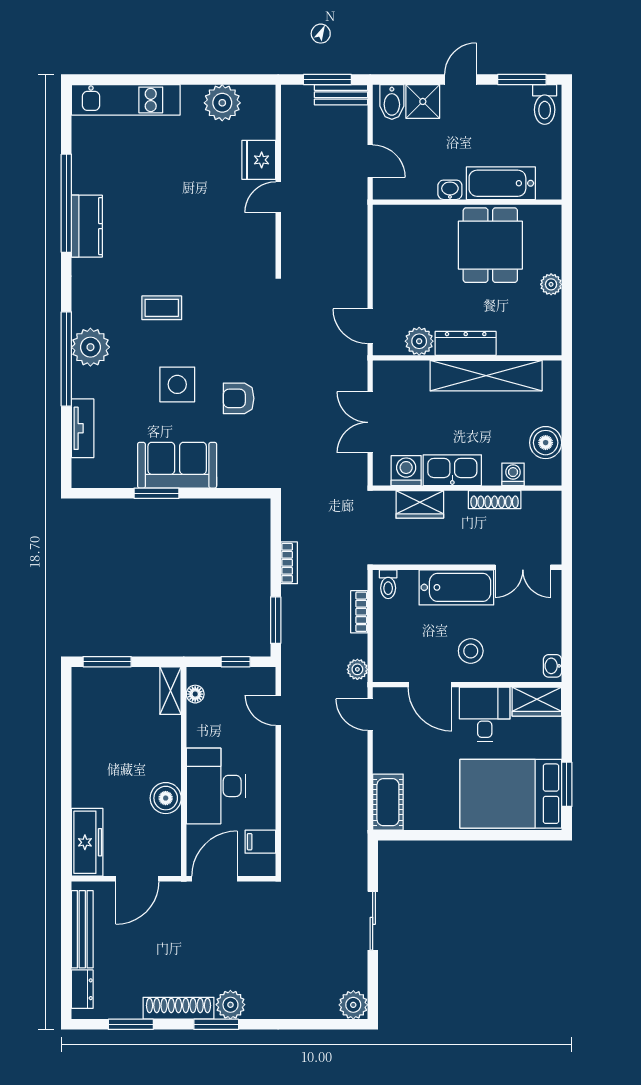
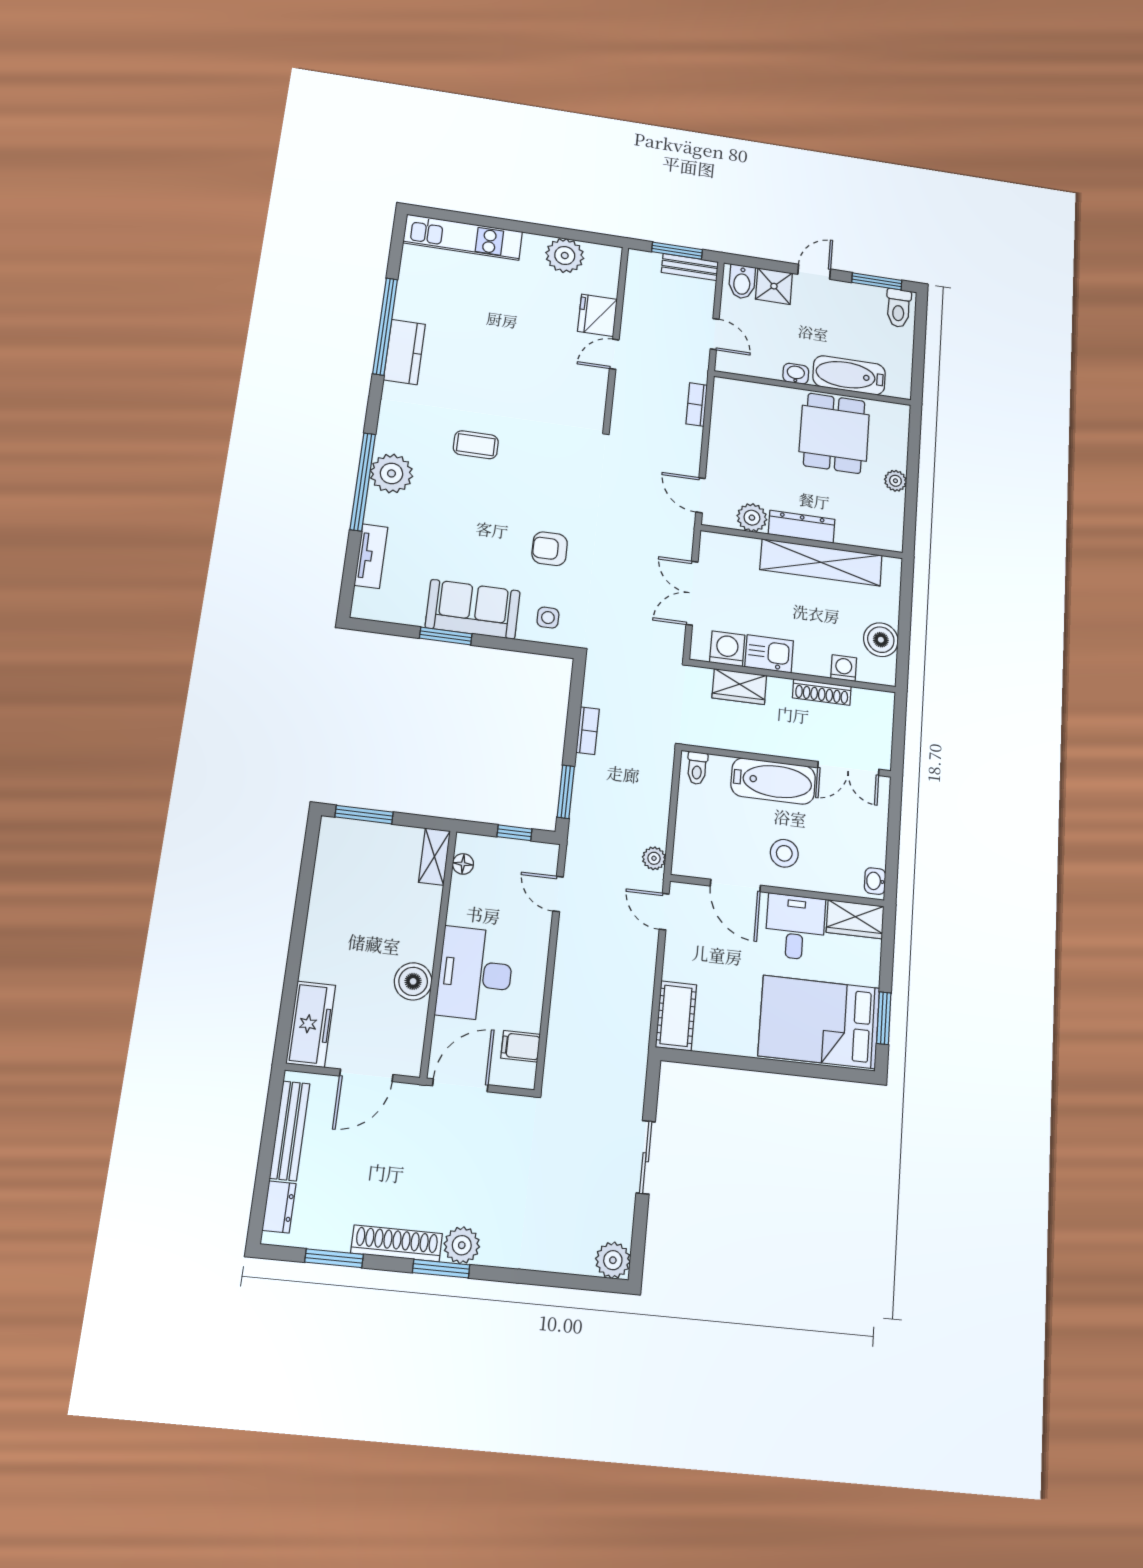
side table: (177, 384) -> (548, 618), moved, width x0.54, depth x0.54
kitchen sink: (452, 470) -> (769, 654), width x0.73
bookcase: (359, 612) -> (697, 405), moved

